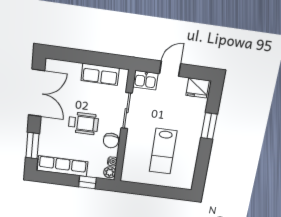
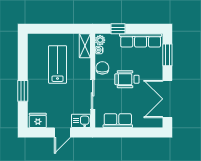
shelving: (128, 168) -> (85, 46), added

